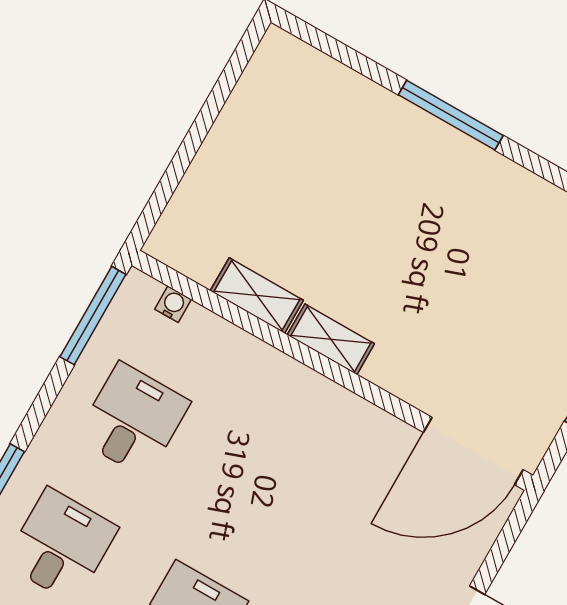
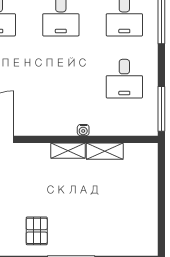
pallet: (487, 213) -> (37, 231), added
water cooler: (173, 304) -> (83, 130), moved

